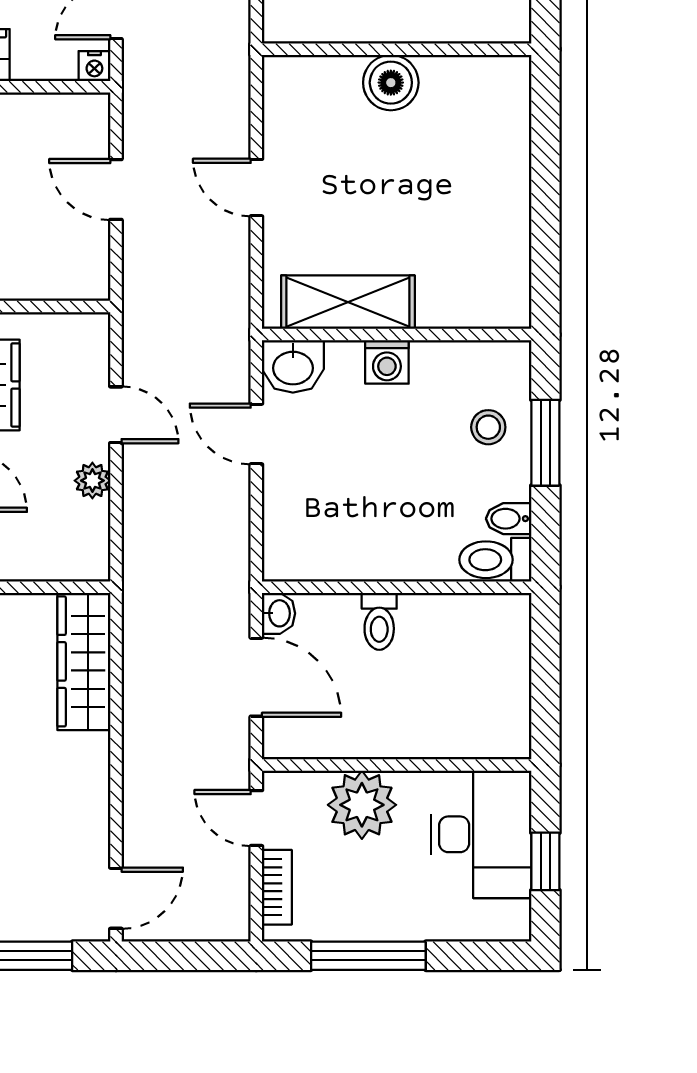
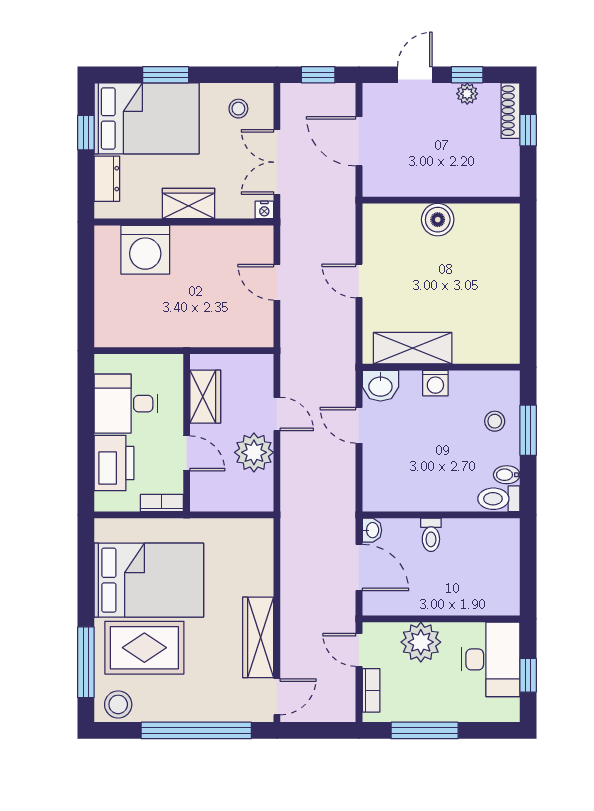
plant: (92, 481) -> (254, 452), width x1.87, depth x1.87
wardrobe: (84, 661) -> (258, 637), moved

